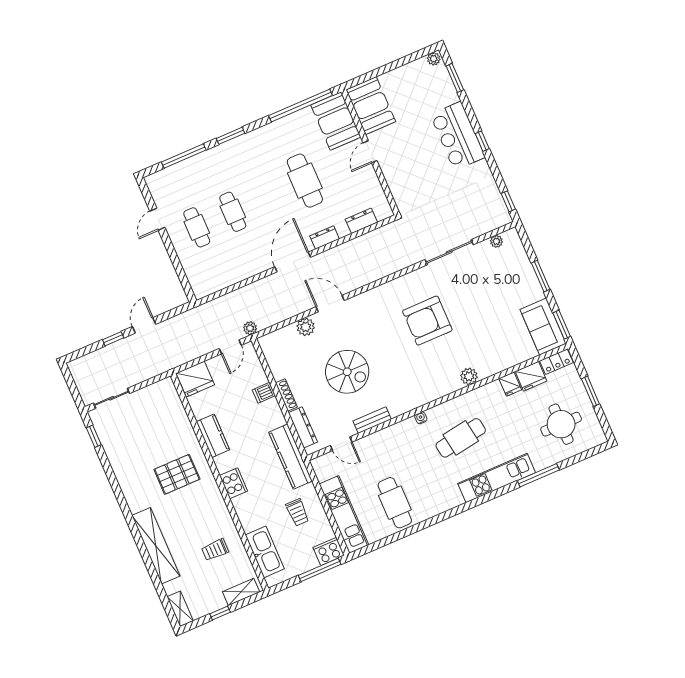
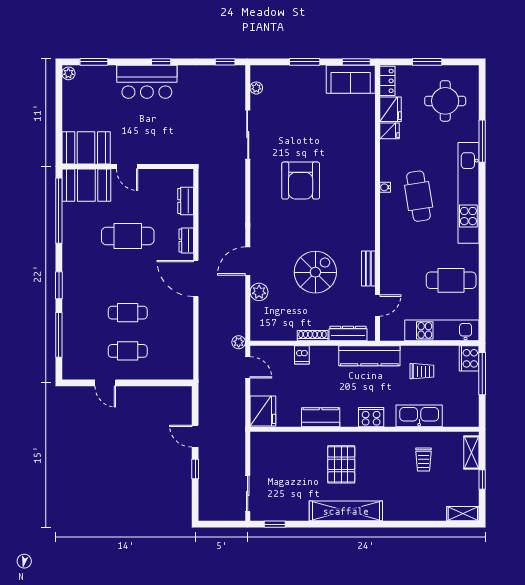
plant: (469, 376) -> (367, 165), removed
water cooler: (421, 418) -> (385, 187), moved
kitchen unit: (497, 478) -> (468, 193), width x1.36
shelving: (156, 546) -> (346, 511), moved
kitchen sink: (265, 552) -> (419, 416), moved

